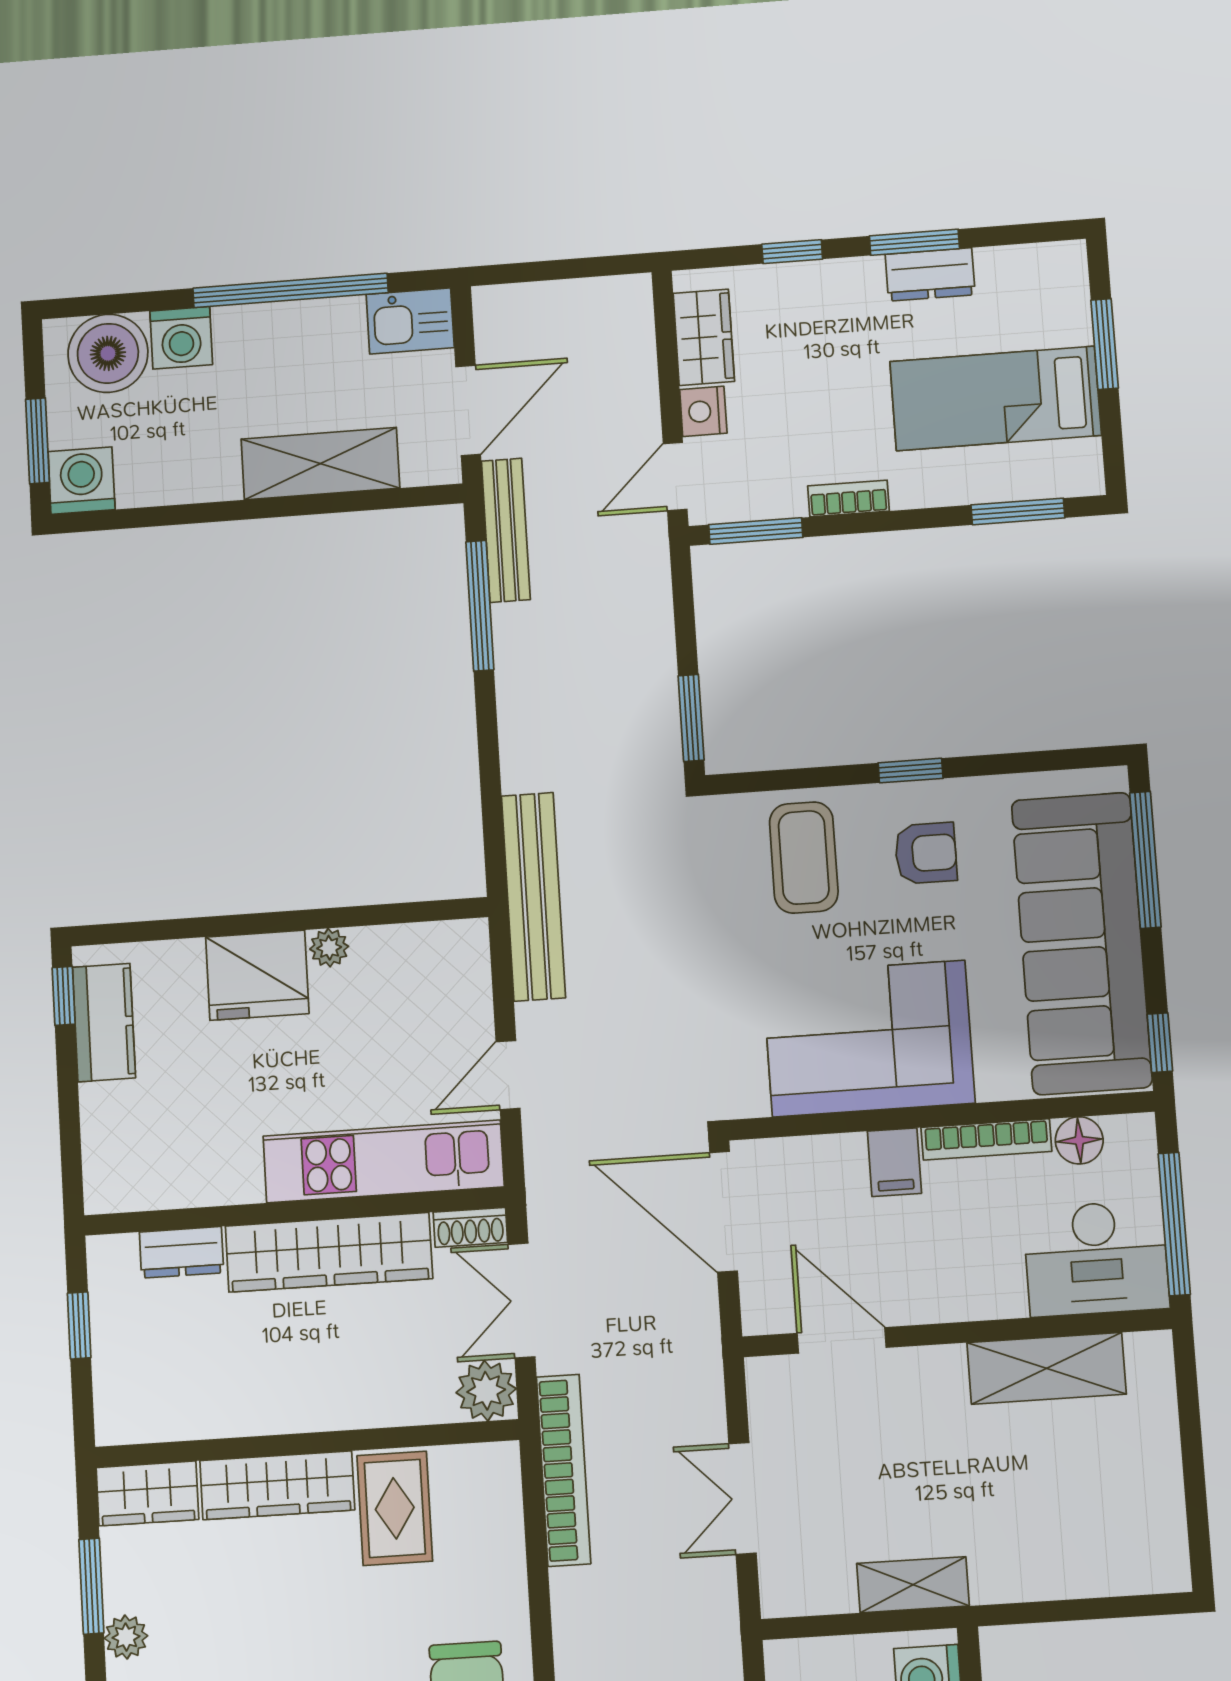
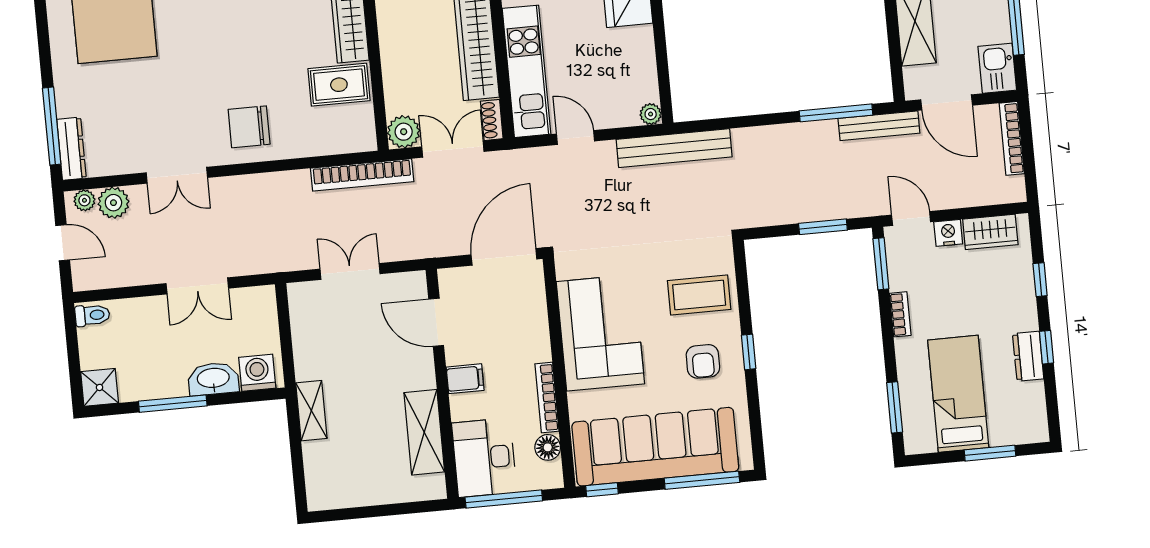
window: (914, 242) -> (1046, 347), width x0.67
bookcase: (537, 297) -> (1012, 138), added
window: (691, 718) -> (823, 227), moved
plant: (329, 948) -> (651, 114), moved
filing cabinet: (894, 1162) -> (465, 379), moved, turned 180
door: (842, 1340) -> (436, 322), swing flipped
shelving: (913, 1585) -> (311, 411), moved

